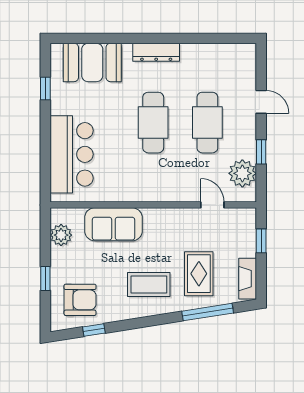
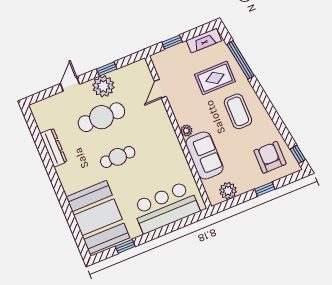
dresser: (156, 52) -> (54, 148), moved
booth: (92, 62) -> (98, 217), width x1.36, depth x1.42
cafe table: (153, 123) -> (118, 157), width x0.73, depth x0.74
plant: (242, 173) -> (103, 86), moved
plant: (151, 215) -> (186, 131), added
window: (94, 330) -> (298, 154), moved

